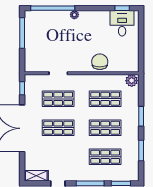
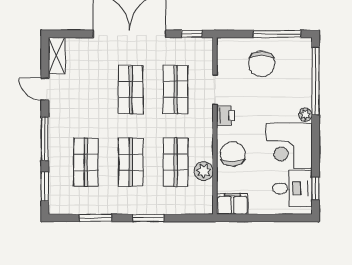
corner desk: (94, 25) -> (289, 146), added
chair: (41, 43) -> (262, 64), added
chair: (100, 62) -> (233, 154), turned -90
filing cabinet: (132, 62) -> (232, 204), added
printer: (75, 67) -> (225, 116), added
plant: (132, 81) -> (204, 171), moved

